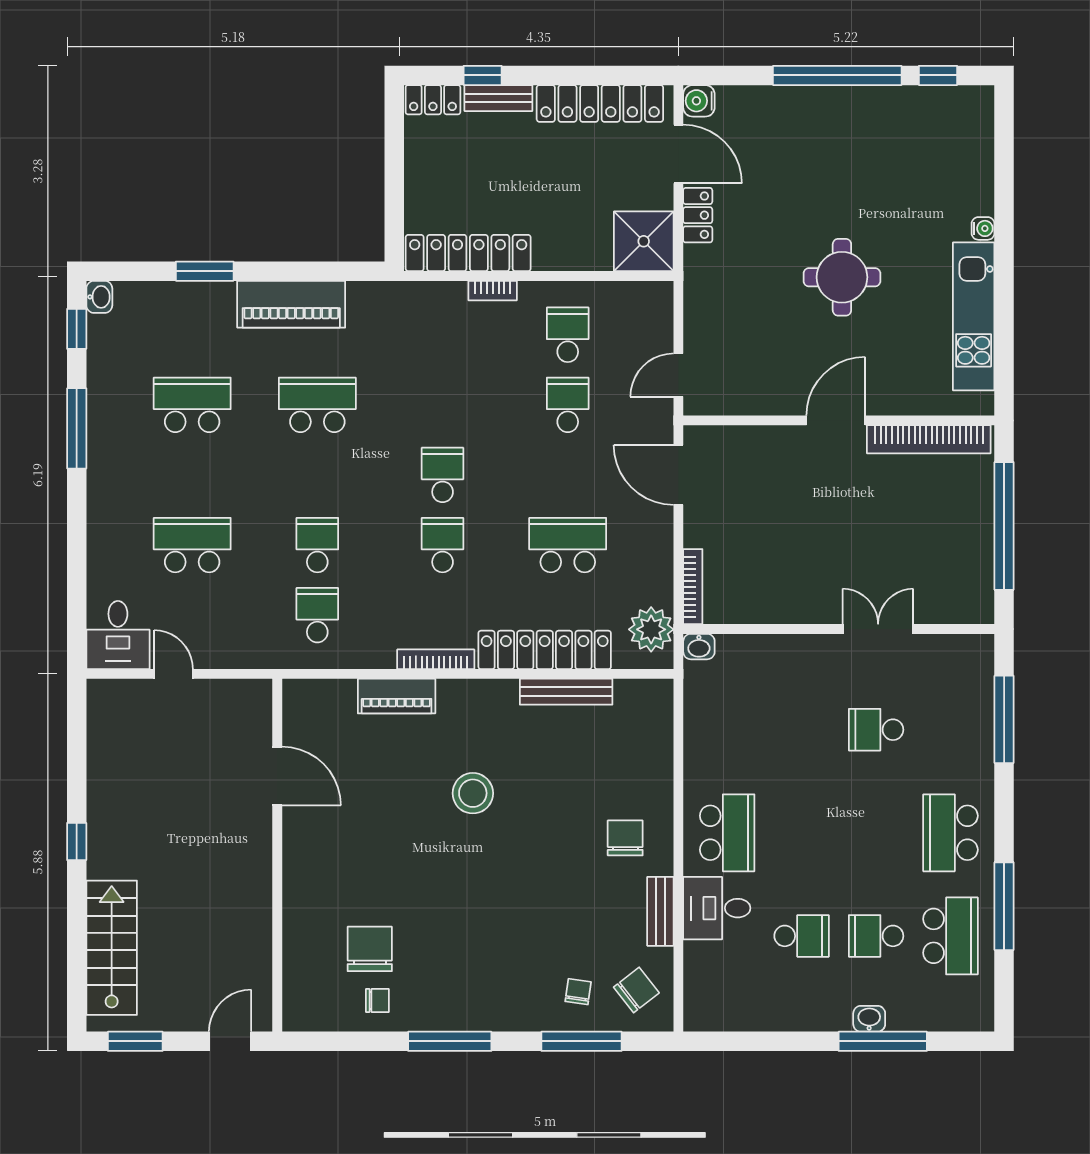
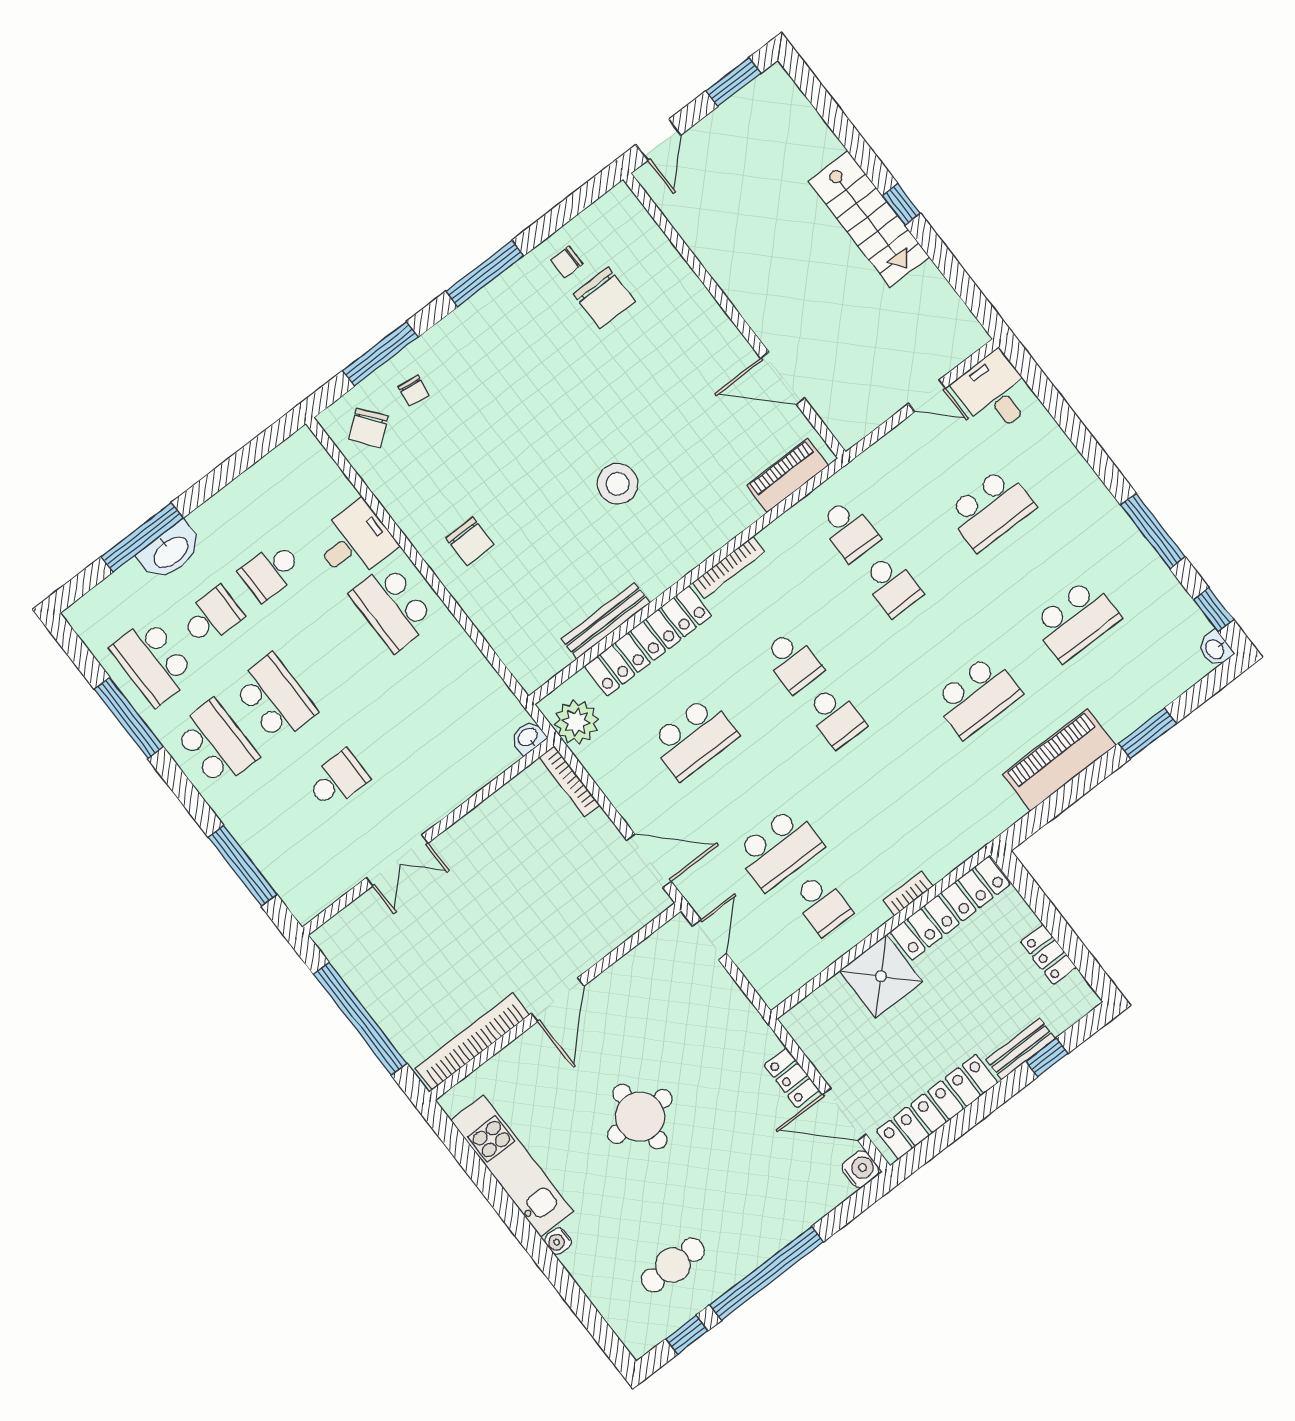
locker: (433, 100) -> (1048, 954), moved, turned -90
cafe table: (906, 139) -> (673, 1265), added
shower: (644, 241) -> (881, 976), moved
school desk: (568, 405) -> (779, 849), width x1.85
piano: (397, 696) -> (787, 475), moved
school desk: (876, 833) -> (275, 698), added
bench: (660, 911) -> (397, 505), removed
stairs: (112, 948) -> (869, 219), moved
washbasin: (869, 1019) -> (170, 551), width x1.91, depth x1.45

